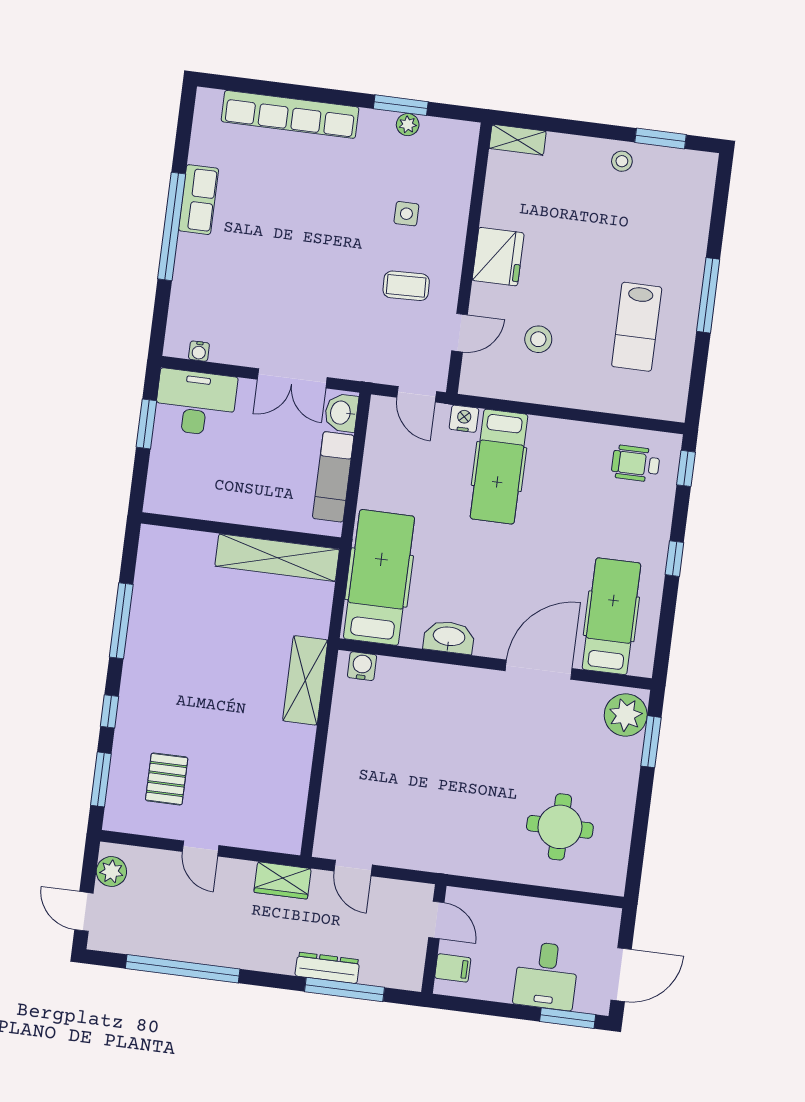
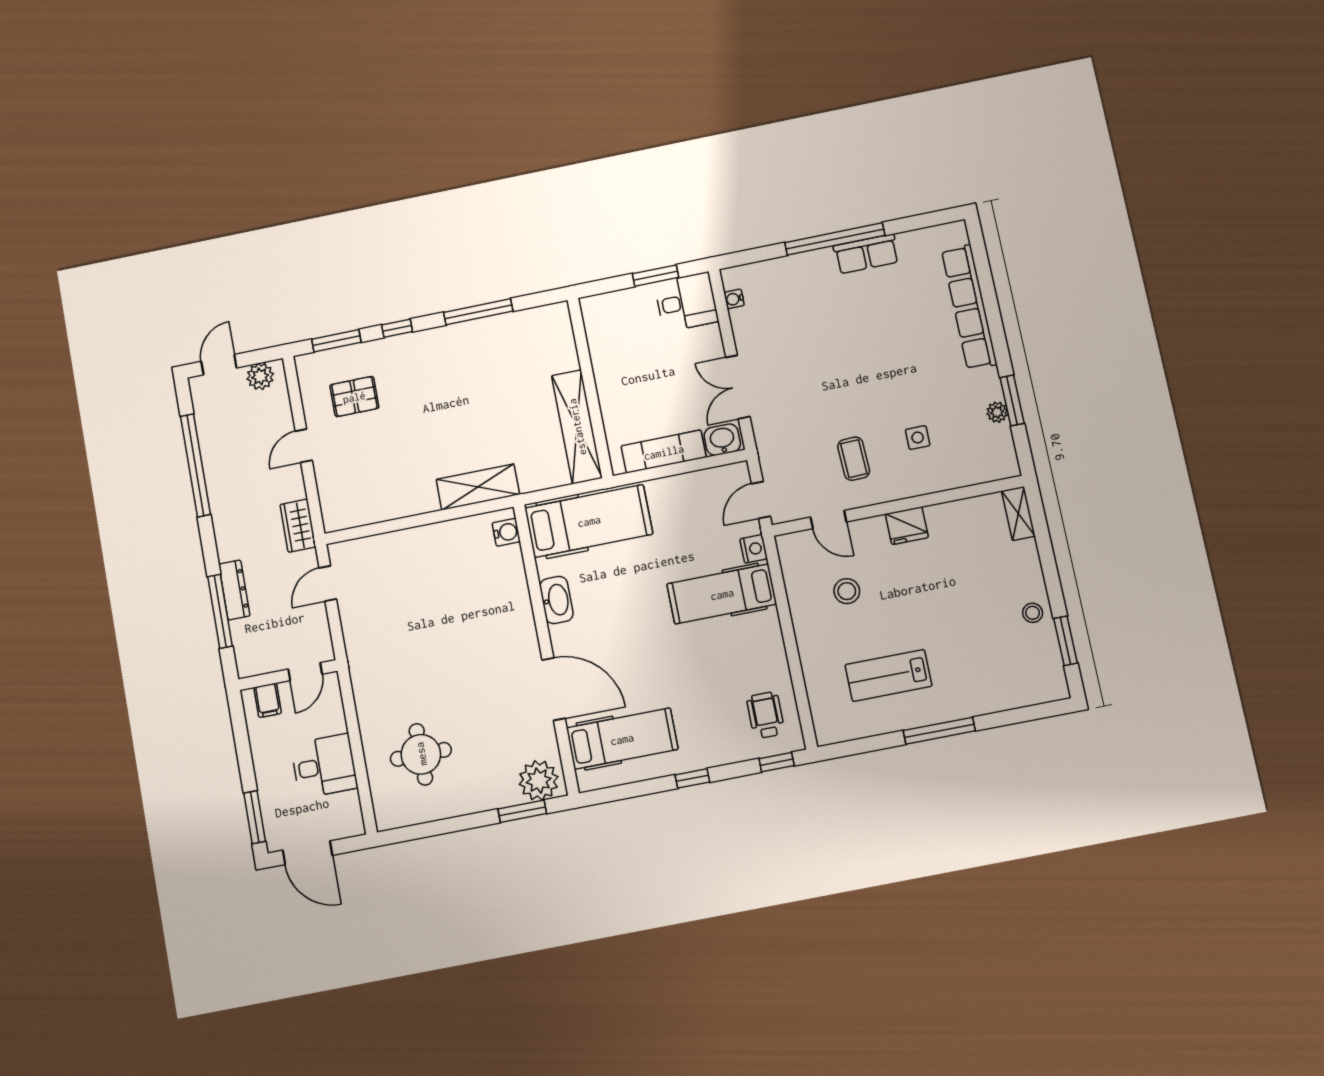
fridge: (498, 257) -> (907, 526), width x0.73, depth x0.75
desk: (196, 403) -> (686, 302), width x0.73
desk: (546, 976) -> (324, 766), moved, turned 180

